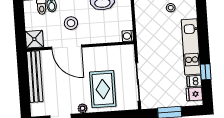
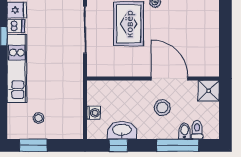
washing machine: (128, 36) -> (94, 113), moved
bench: (35, 77) -> (211, 45), removed

